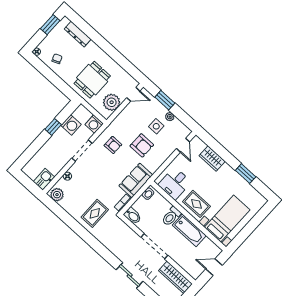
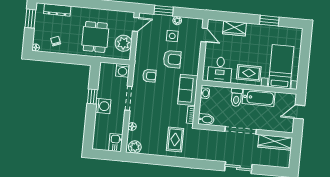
washing machine: (71, 125) -> (103, 106), moved

